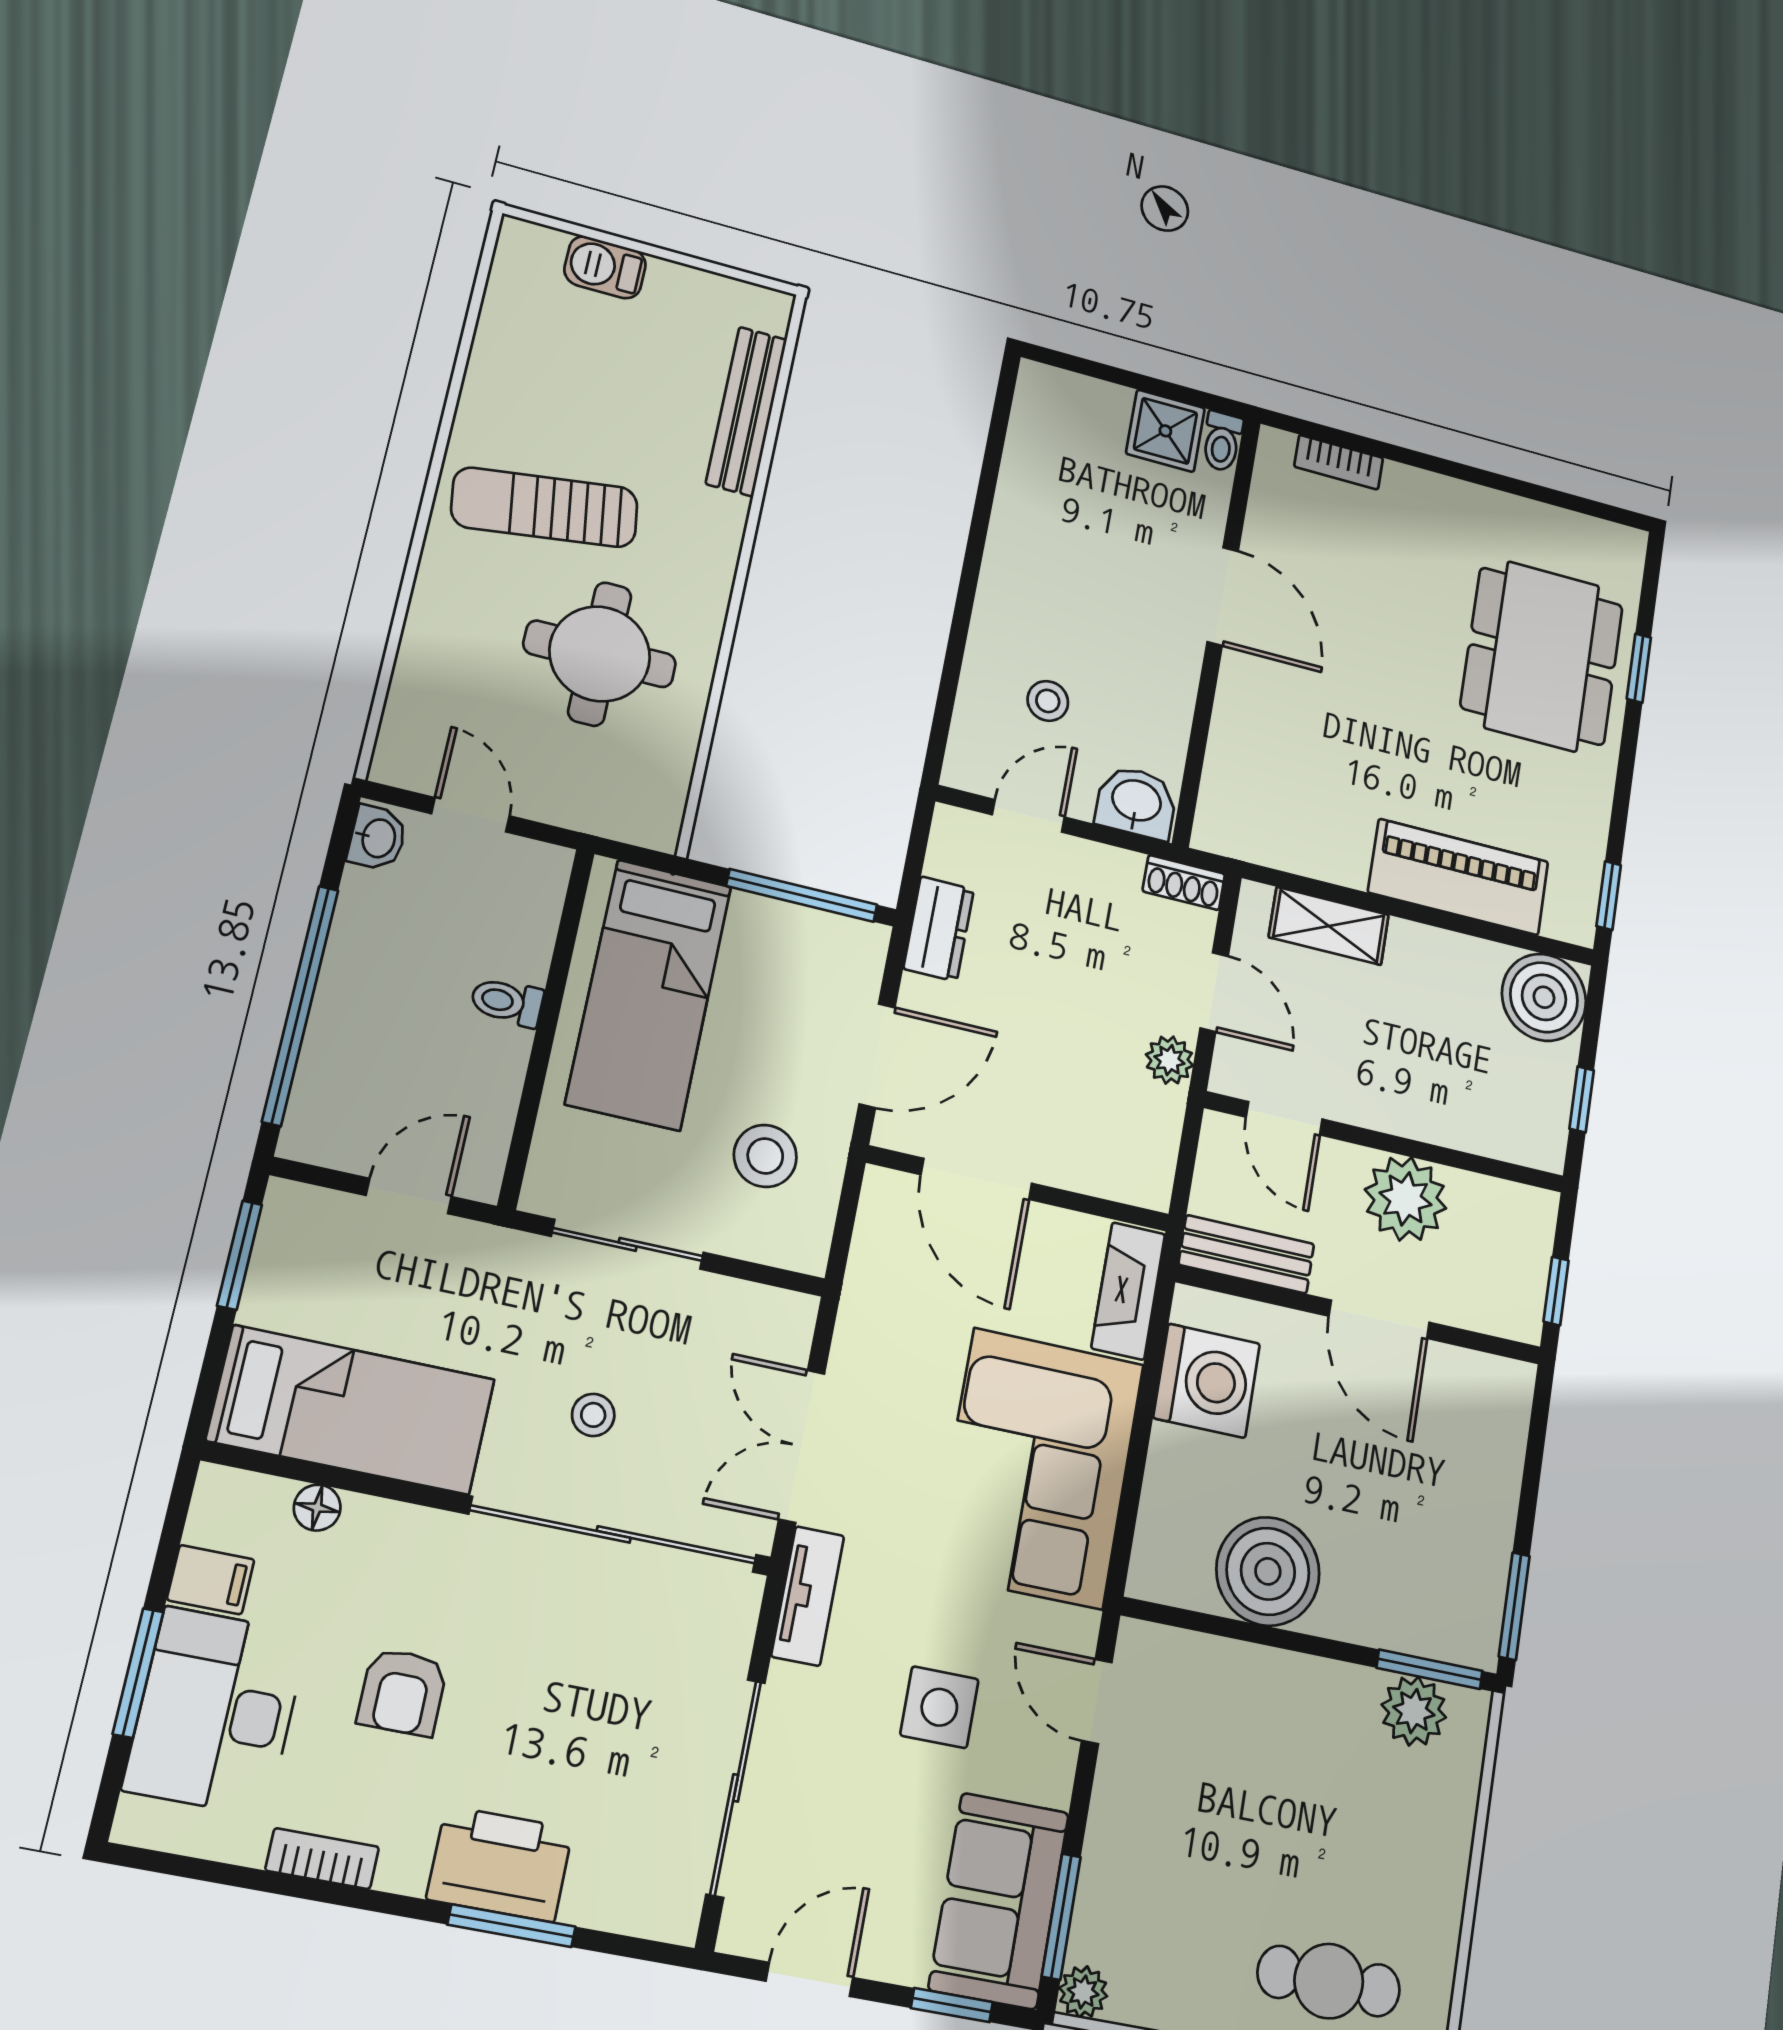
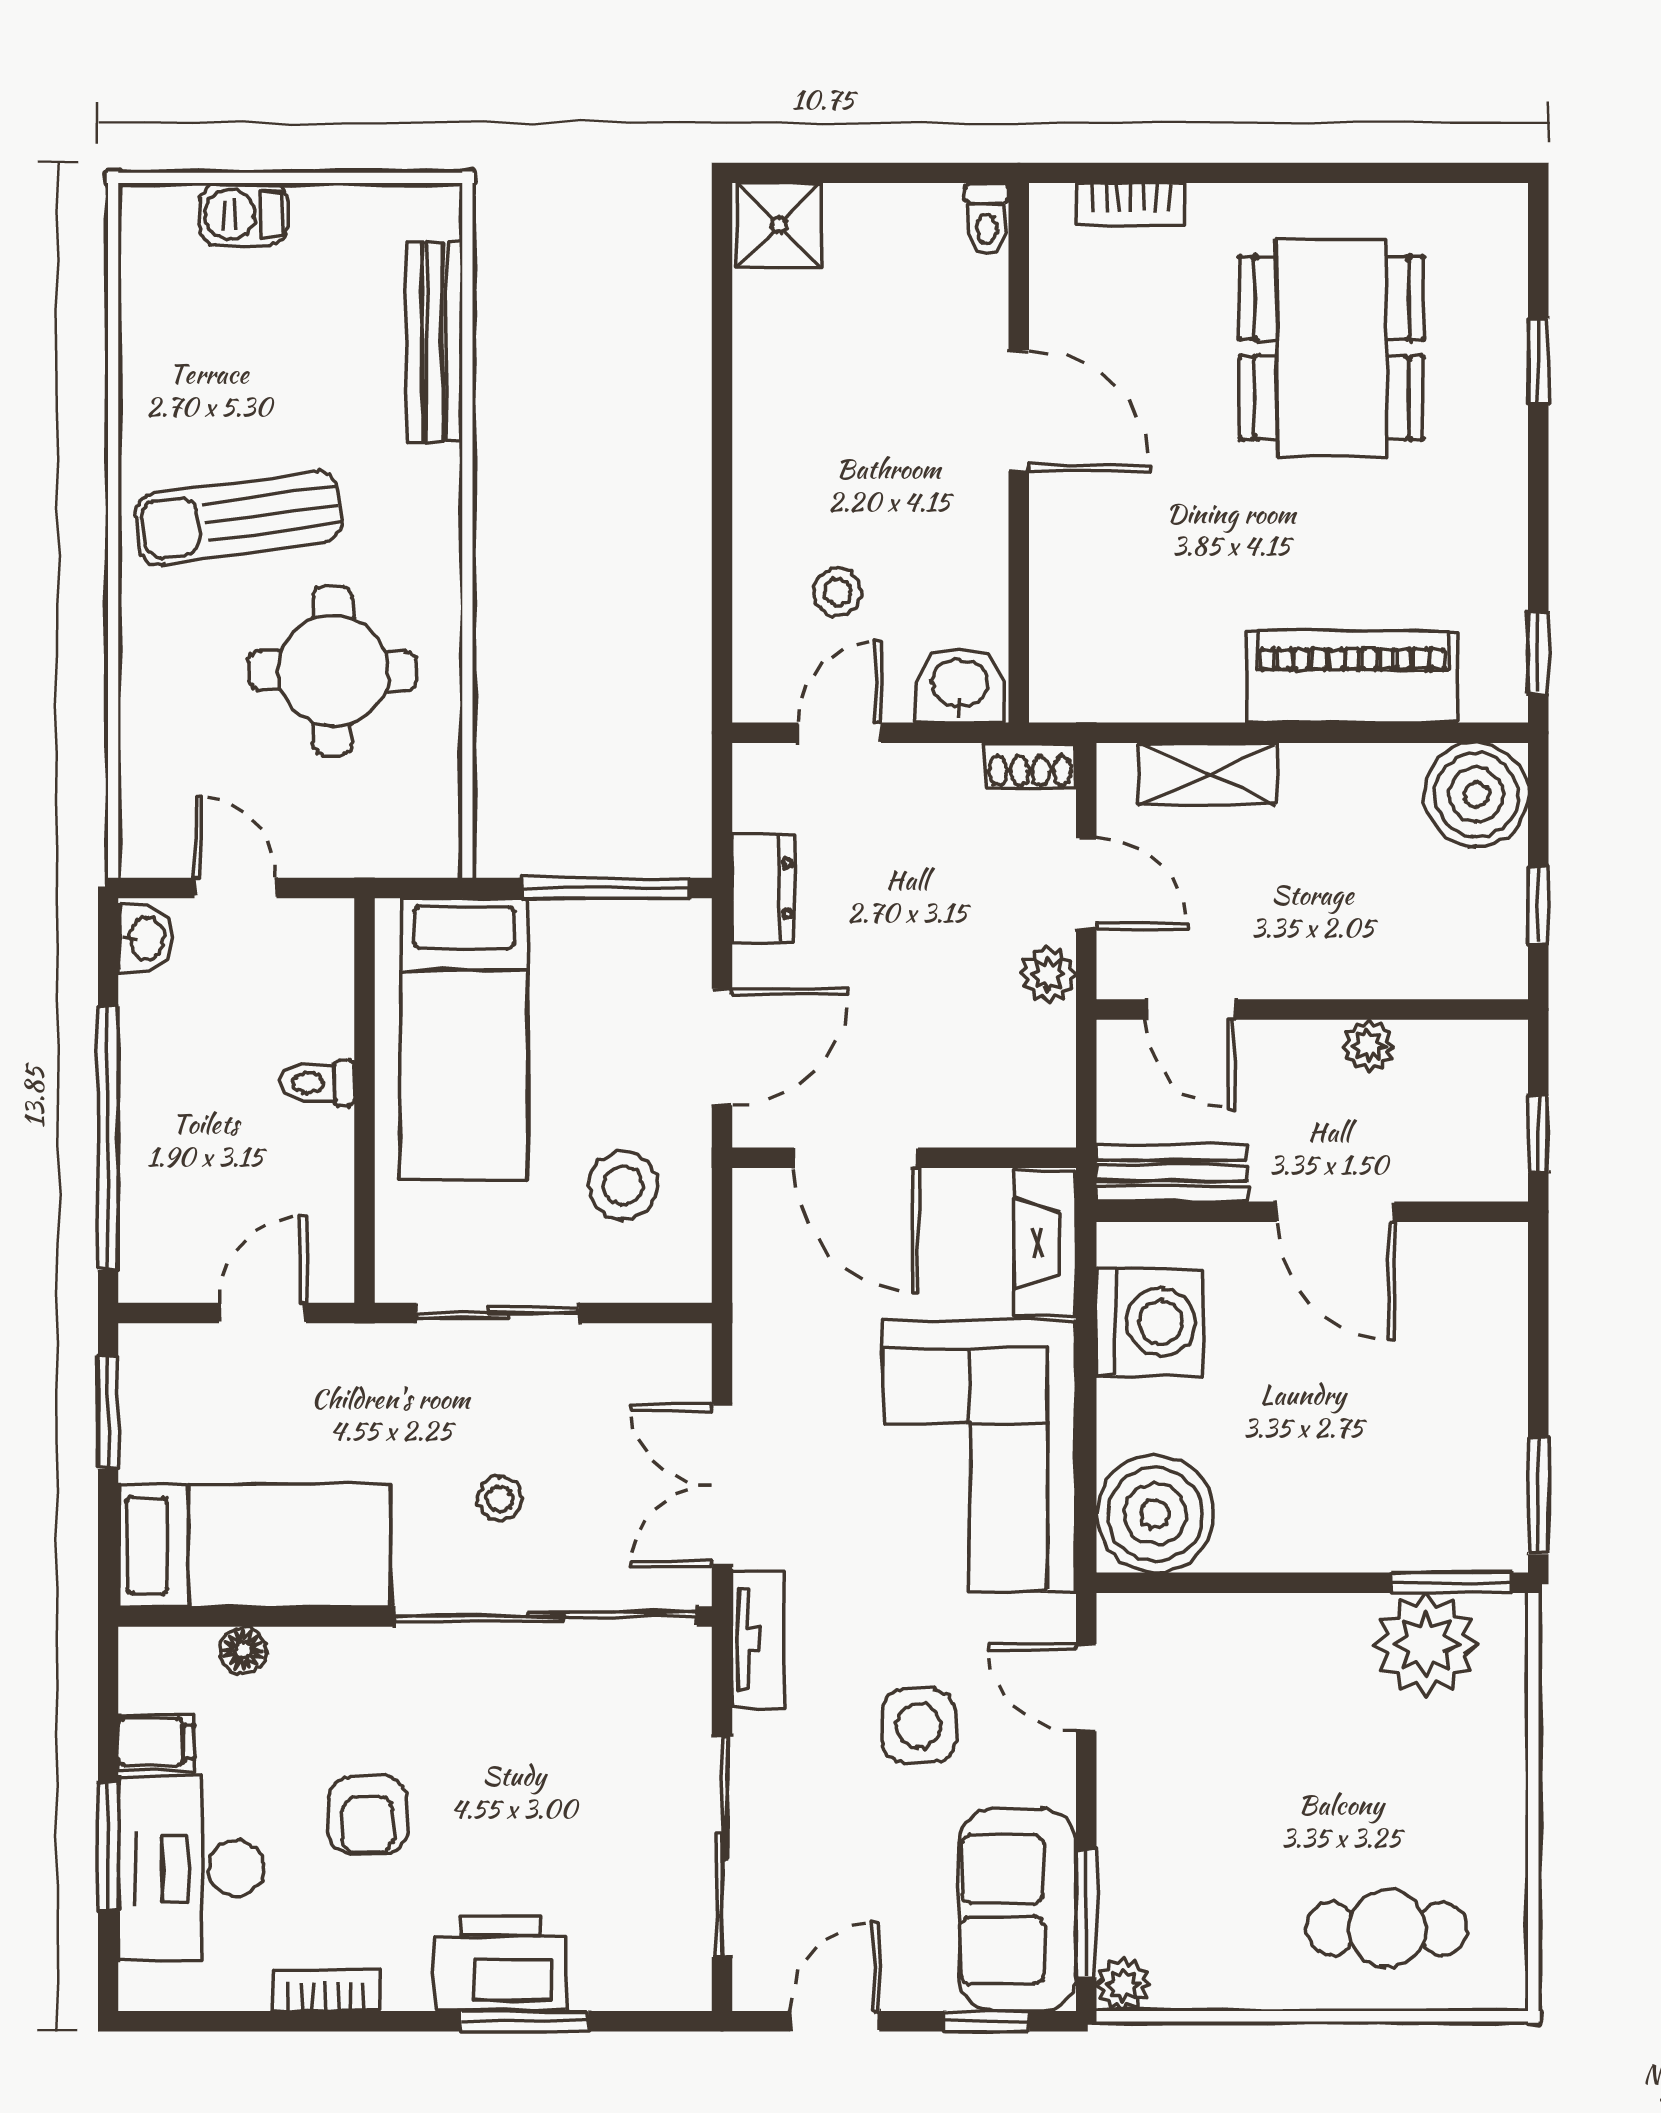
shower: (1165, 431) -> (779, 225), moved
dining table: (1542, 656) -> (1332, 348), moved
plant: (1406, 1199) -> (1369, 1046), width x0.53, depth x0.53
boiler: (1268, 1571) -> (1155, 1514), moved
plant: (1414, 1711) -> (1426, 1644), width x1.36, depth x1.36

